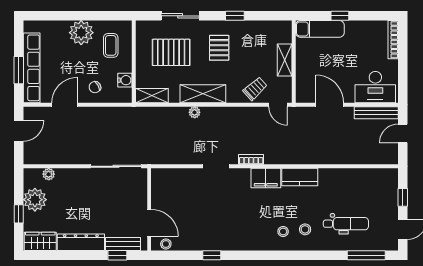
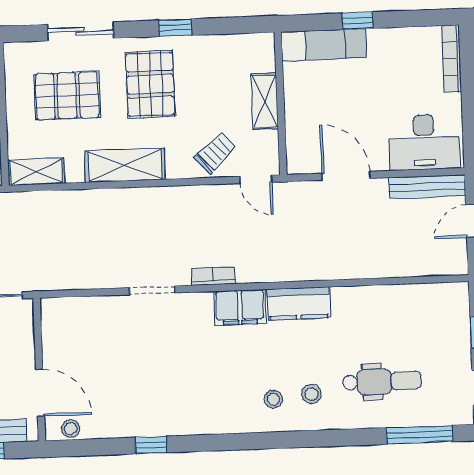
pallet: (219, 48) -> (150, 84), width x1.50, depth x1.42
plant: (195, 112) -> (112, 198), removed

